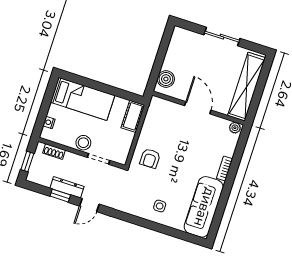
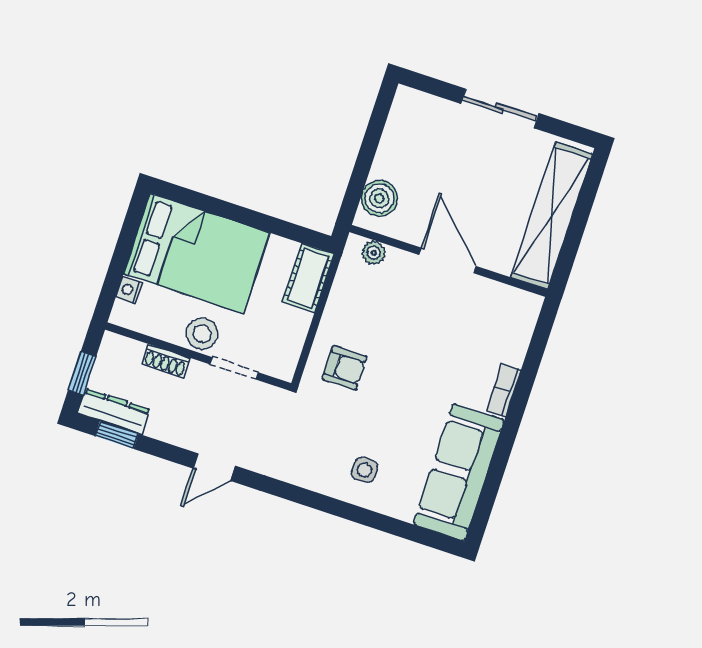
bed: (83, 99) -> (197, 253), width x1.50
plant: (235, 128) -> (374, 253), moved
shoe rack: (54, 152) -> (166, 361), moved
armchair: (150, 158) -> (345, 368), turned -90
dresser: (67, 187) -> (114, 411), moved
window: (60, 196) -> (117, 435), moved

